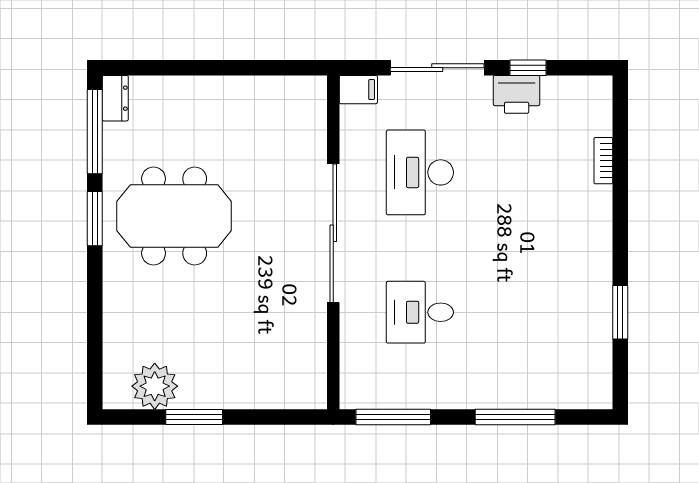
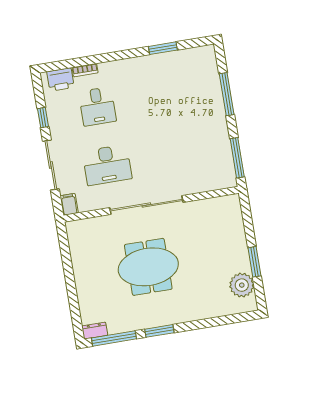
printer: (517, 94) -> (60, 79), moved, turned 90
meeting table: (174, 216) -> (148, 267), moved, turned 90
desk: (420, 312) -> (97, 106), moved

